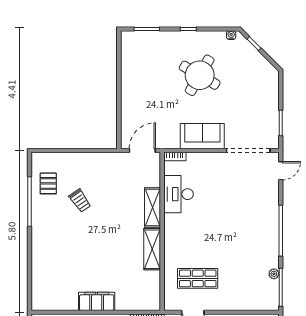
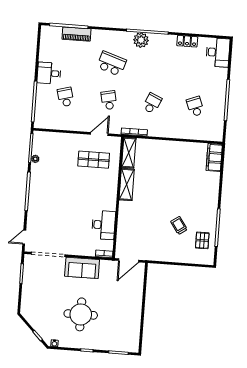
round table: (200, 75) -> (81, 314), turned -30
shelving: (153, 207) -> (129, 153), moved
filing cabinet: (97, 301) -> (214, 158), moved, turned 90

